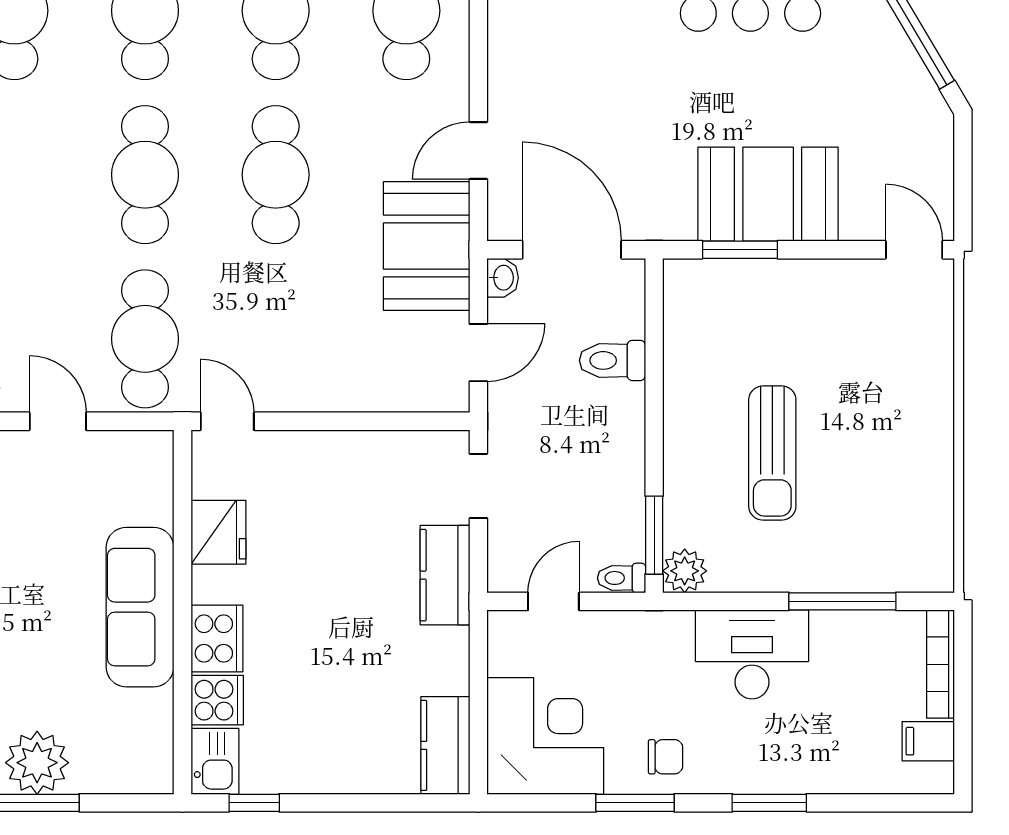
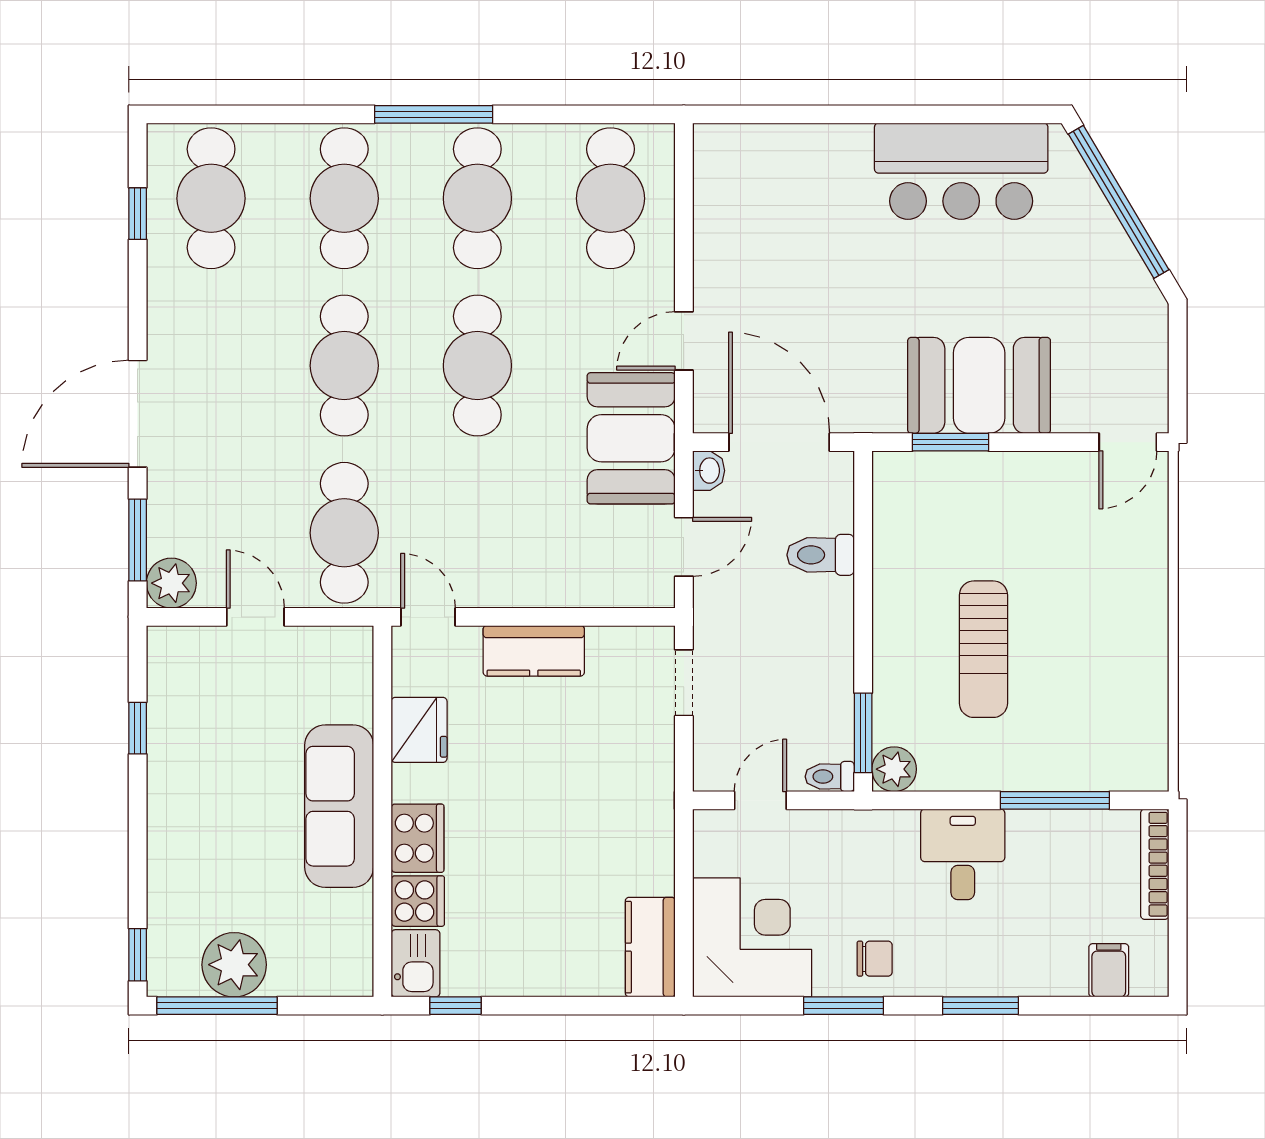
door: (914, 250) -> (1128, 442), swing flipped
kitchen counter: (445, 575) -> (534, 651), moved, turned -90
desk: (752, 654) -> (963, 854), width x0.73
filing cabinet: (928, 741) -> (1109, 970), moved, turned 90

